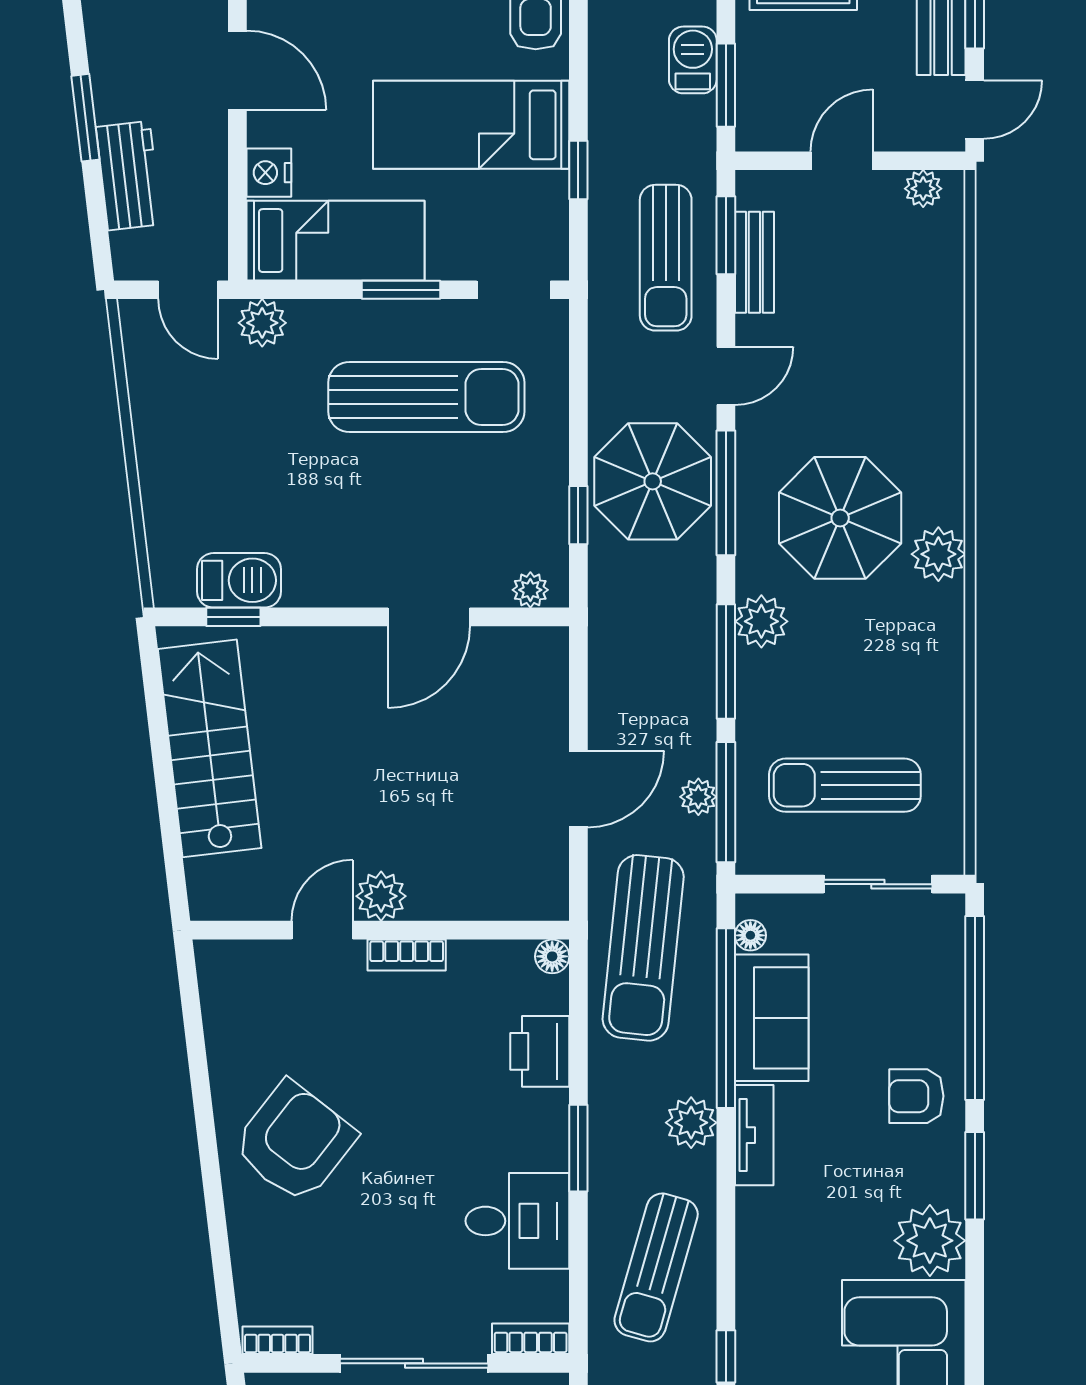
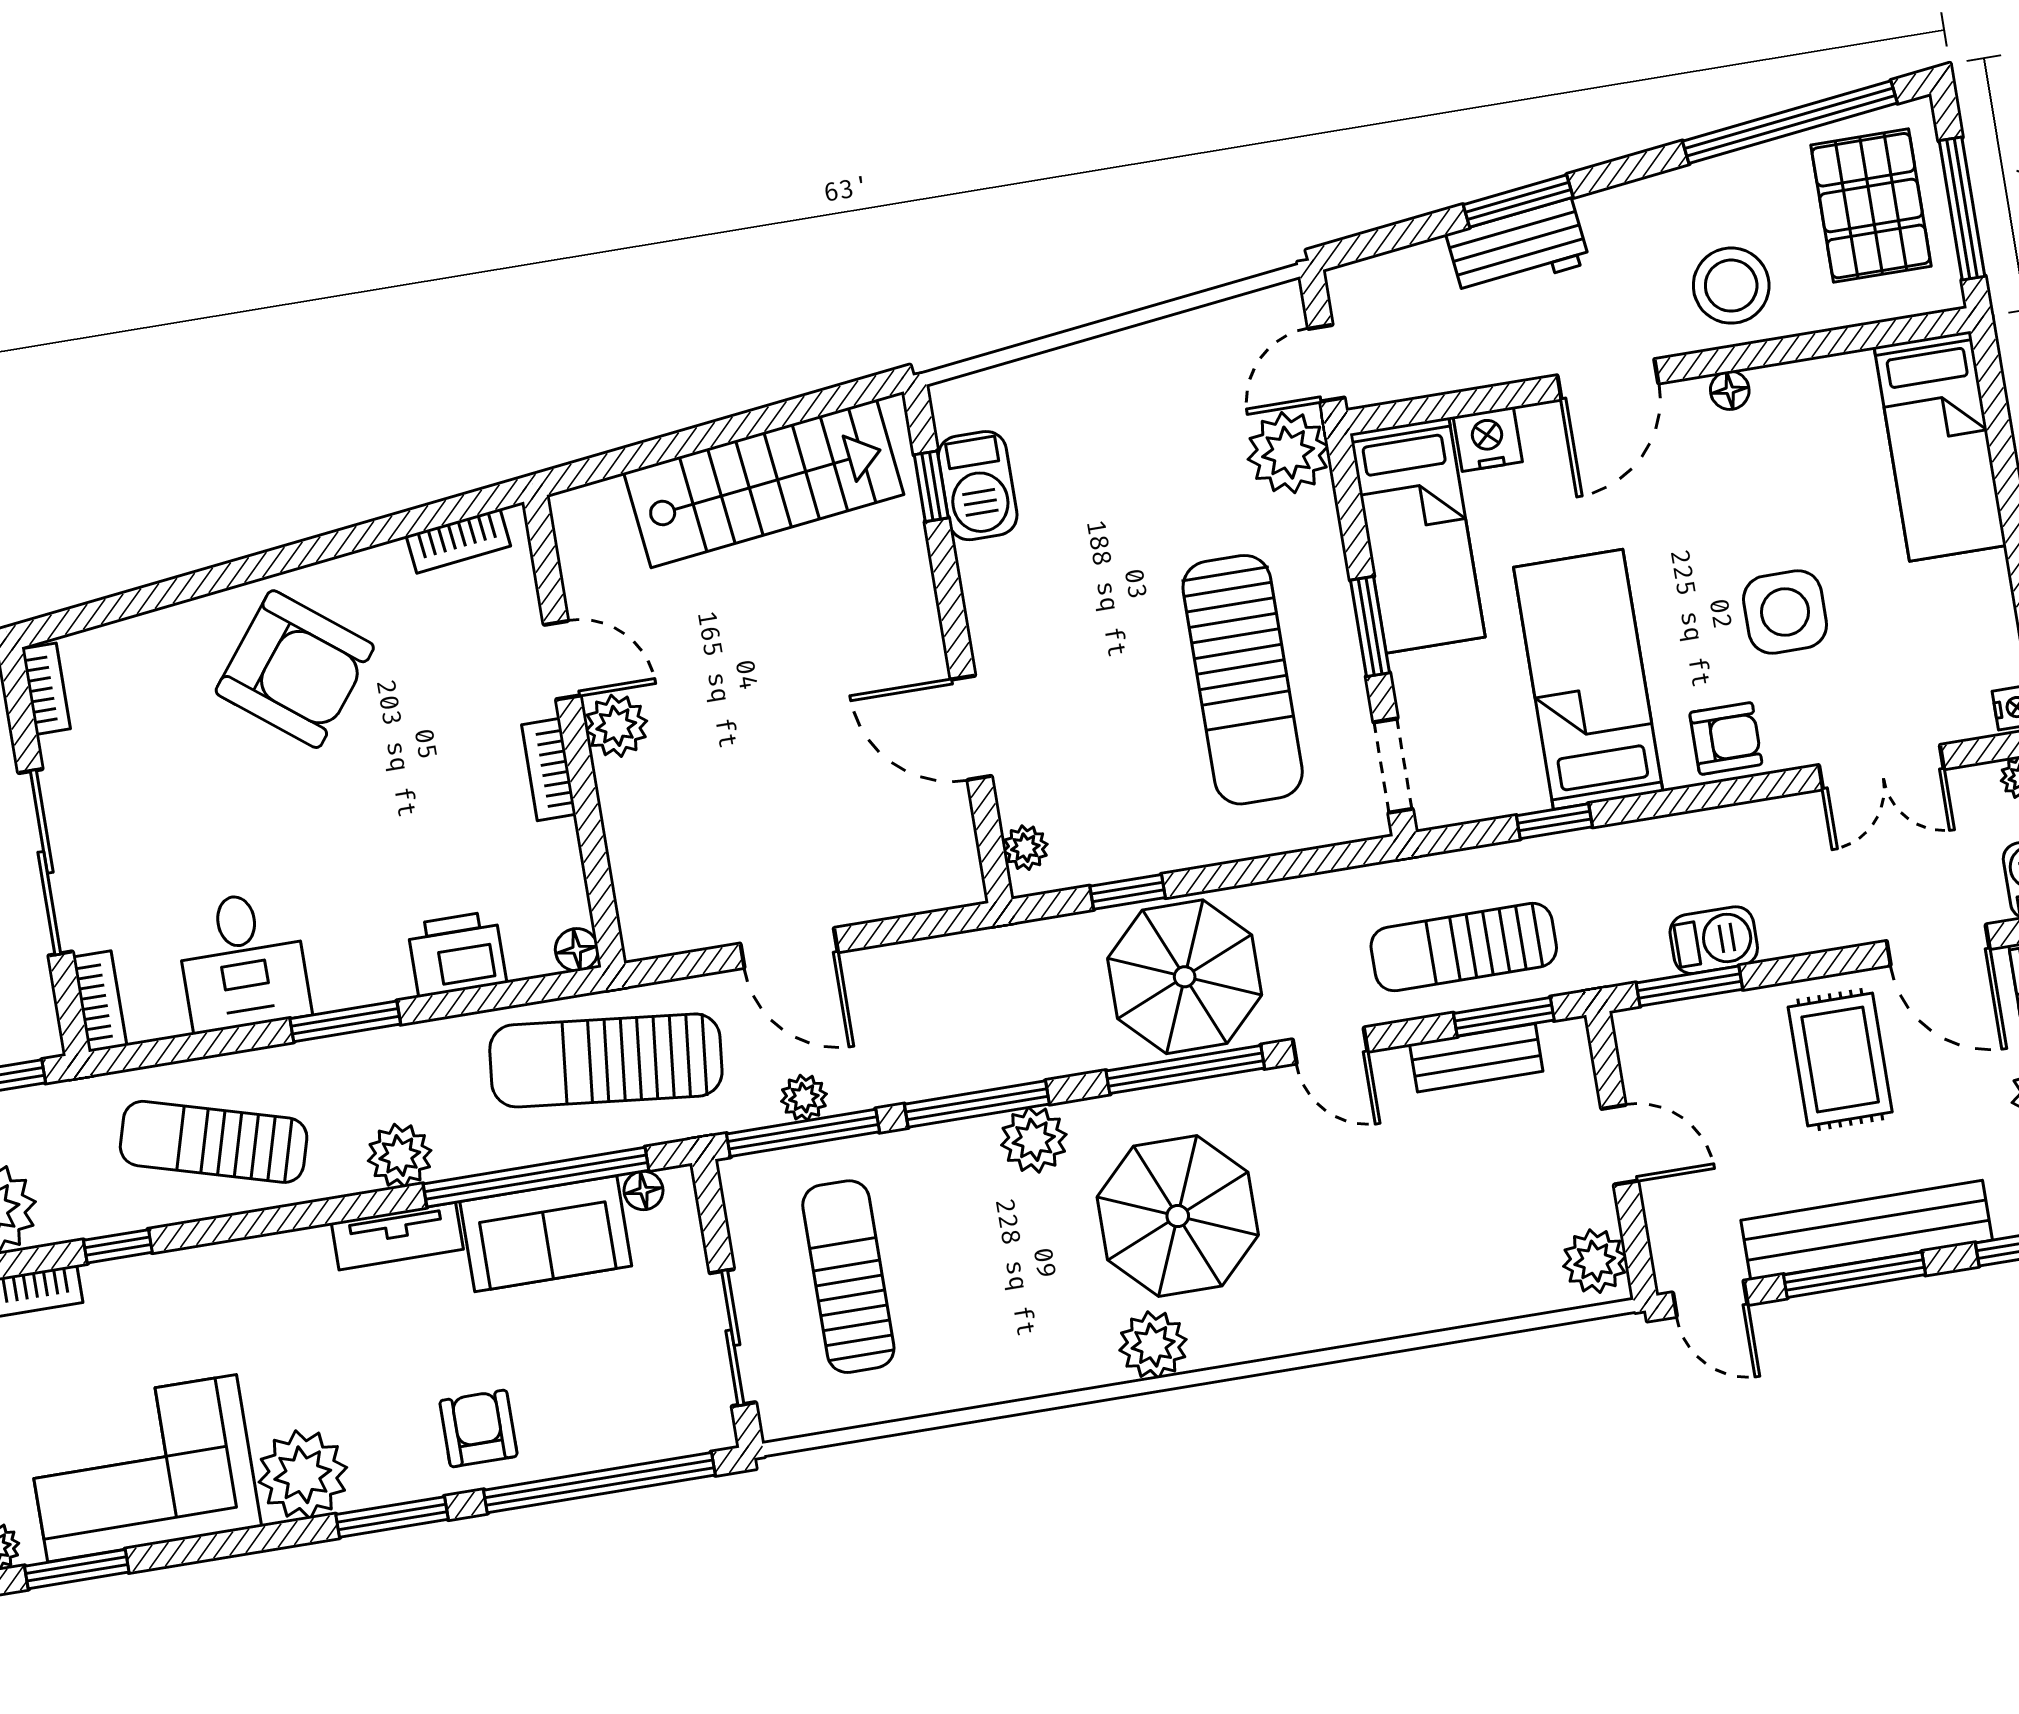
workbench: (129, 176) -> (1518, 248), moved
plant: (923, 189) -> (1595, 1261), width x1.38, depth x1.38
plant: (262, 323) -> (1288, 453), width x1.36, depth x1.36
bookcase: (215, 996) -> (458, 541), added

